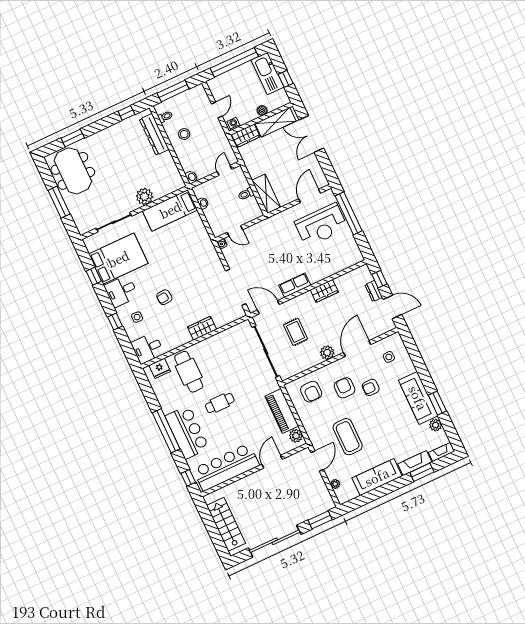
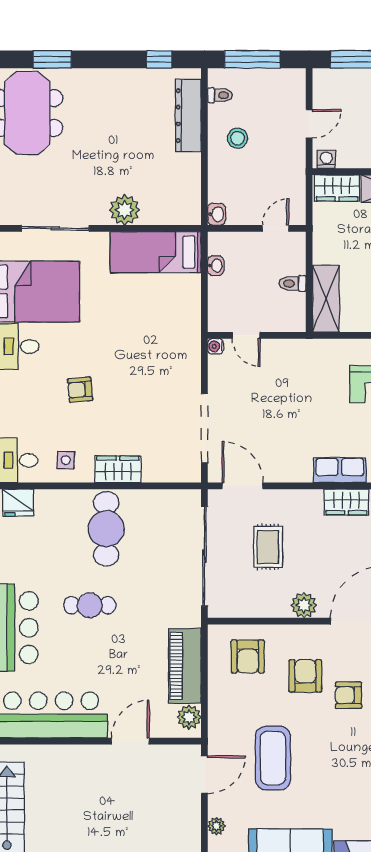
row of seats: (295, 285) -> (340, 470), moved
side table: (137, 317) -> (66, 460), moved
cafe table: (189, 372) -> (106, 529), moved

